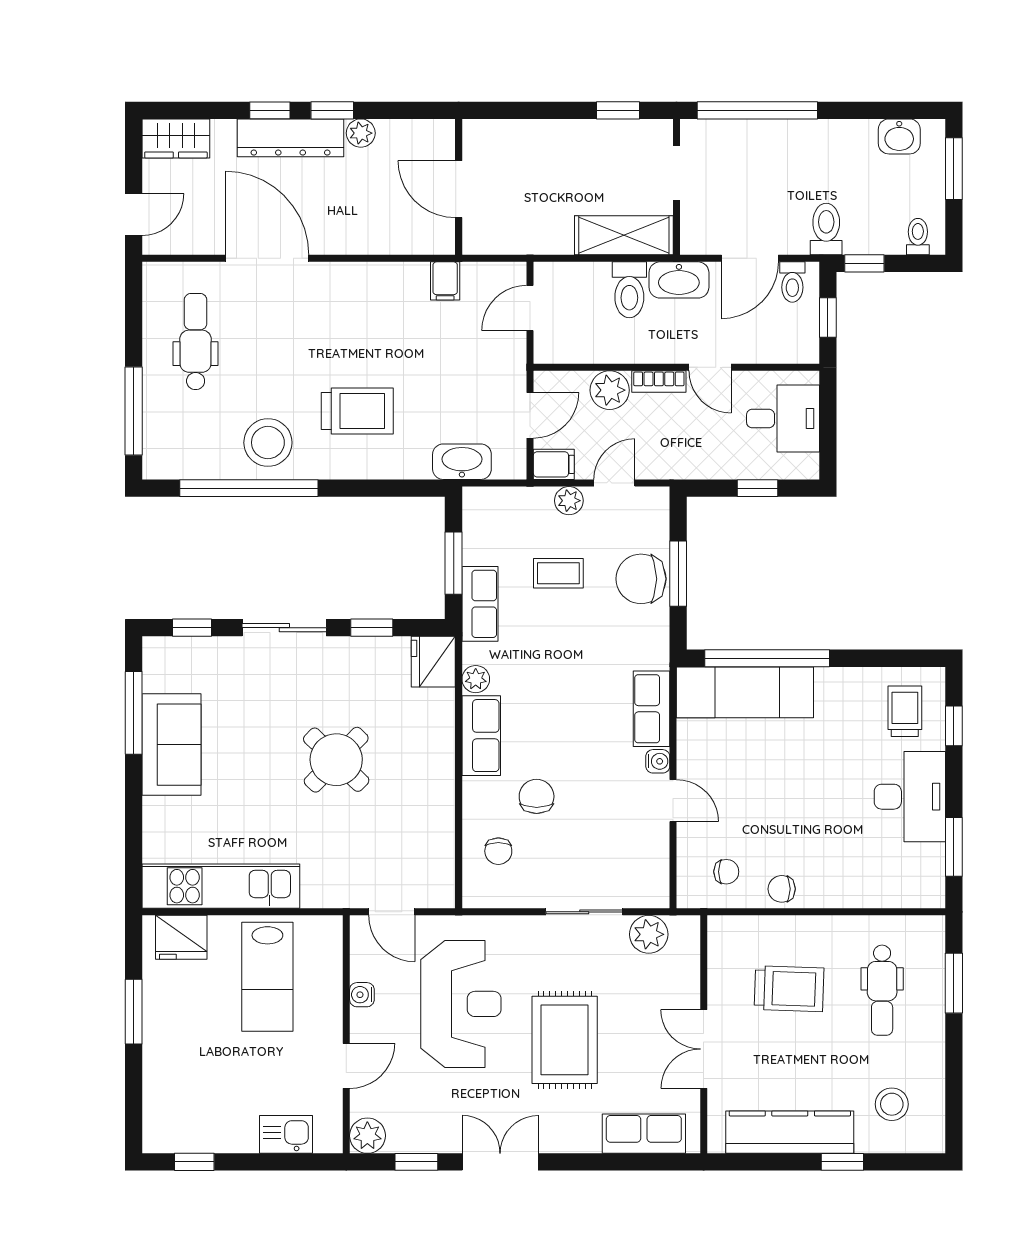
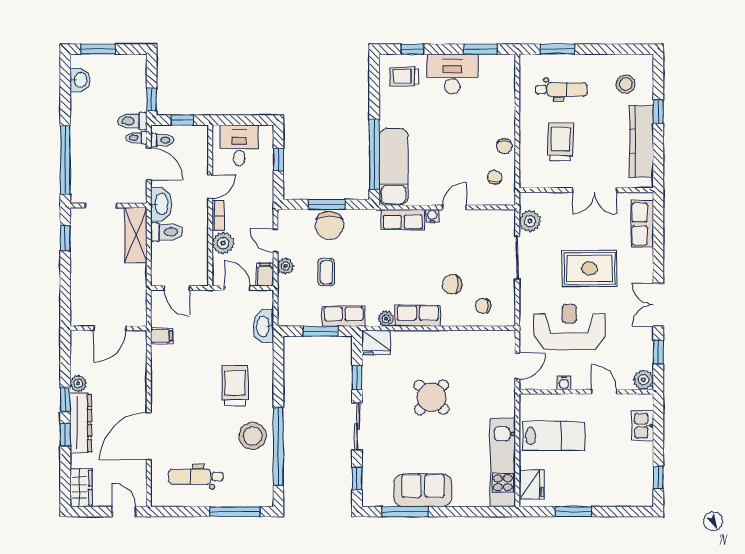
toilet: (918, 237) -> (137, 138), moved
chair: (498, 851) -> (483, 306), turned 180

